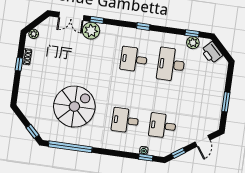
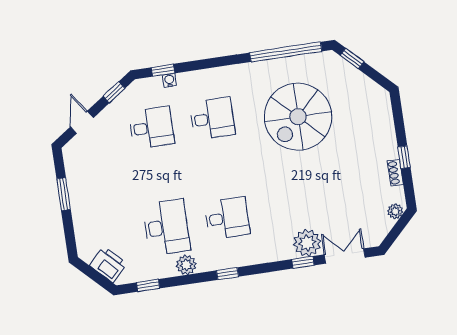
plant: (193, 43) -> (186, 265), moved

